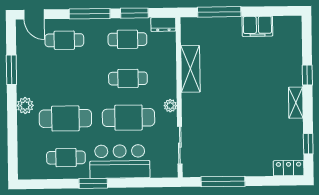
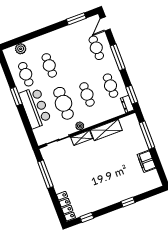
window: (134, 13) -> (132, 95), moved
window: (11, 70) -> (76, 19), moved
shelving: (296, 103) -> (82, 138), moved
plant: (25, 106) -> (21, 49), moved
cafe table: (65, 118) -> (49, 65), width x0.73, depth x0.74
locker: (289, 168) -> (66, 206), width x1.53

